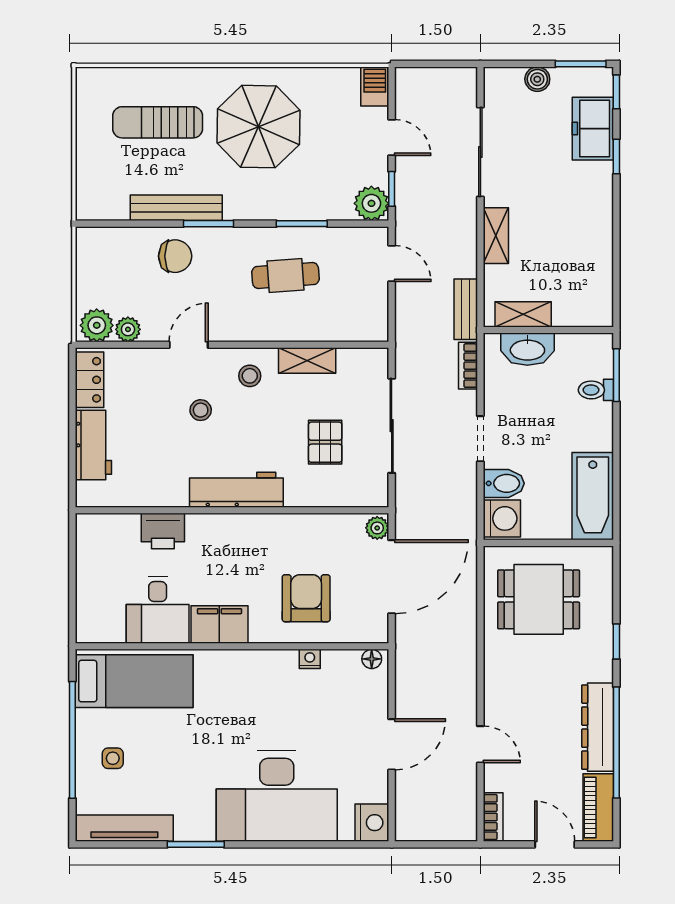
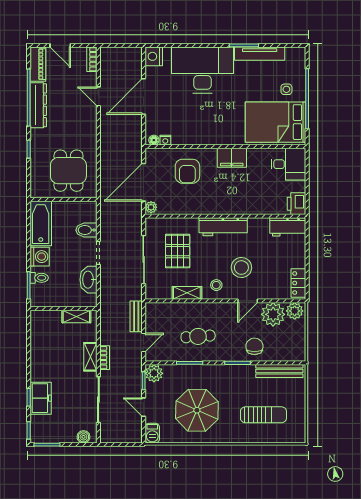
boiler: (537, 79) -> (83, 437), moved
parasol: (258, 127) -> (197, 410), moved
freezer: (593, 129) -> (41, 398), moved
bench: (176, 208) -> (279, 371), moved
chair: (175, 256) -> (254, 346), turned 90
door: (392, 264) -> (144, 343), swing flipped
bench: (466, 309) -> (136, 316), moved
plant: (128, 329) -> (273, 314), width x1.87, depth x1.87
washbasin: (527, 349) -> (88, 280), moved, turned -90
bookcase: (468, 366) -> (105, 358), moved
stool: (201, 410) -> (241, 268), width x1.89, depth x1.89
pallet: (325, 442) -> (178, 251), width x1.50, depth x1.42
workbench: (93, 445) -> (288, 227), moved, turned -90
washing machine: (502, 518) -> (40, 257), moved, turned 180
printer: (163, 531) -> (296, 204), moved, turned -90
dining table: (539, 599) -> (68, 171), turned 90
desk: (158, 610) -> (288, 164), moved, turned 90
nightstand: (310, 659) -> (165, 140), moved
bed: (134, 681) -> (275, 122), width x1.50
door: (392, 744) -> (144, 96), width x1.36
tv unit: (124, 828) -> (260, 54), moved

